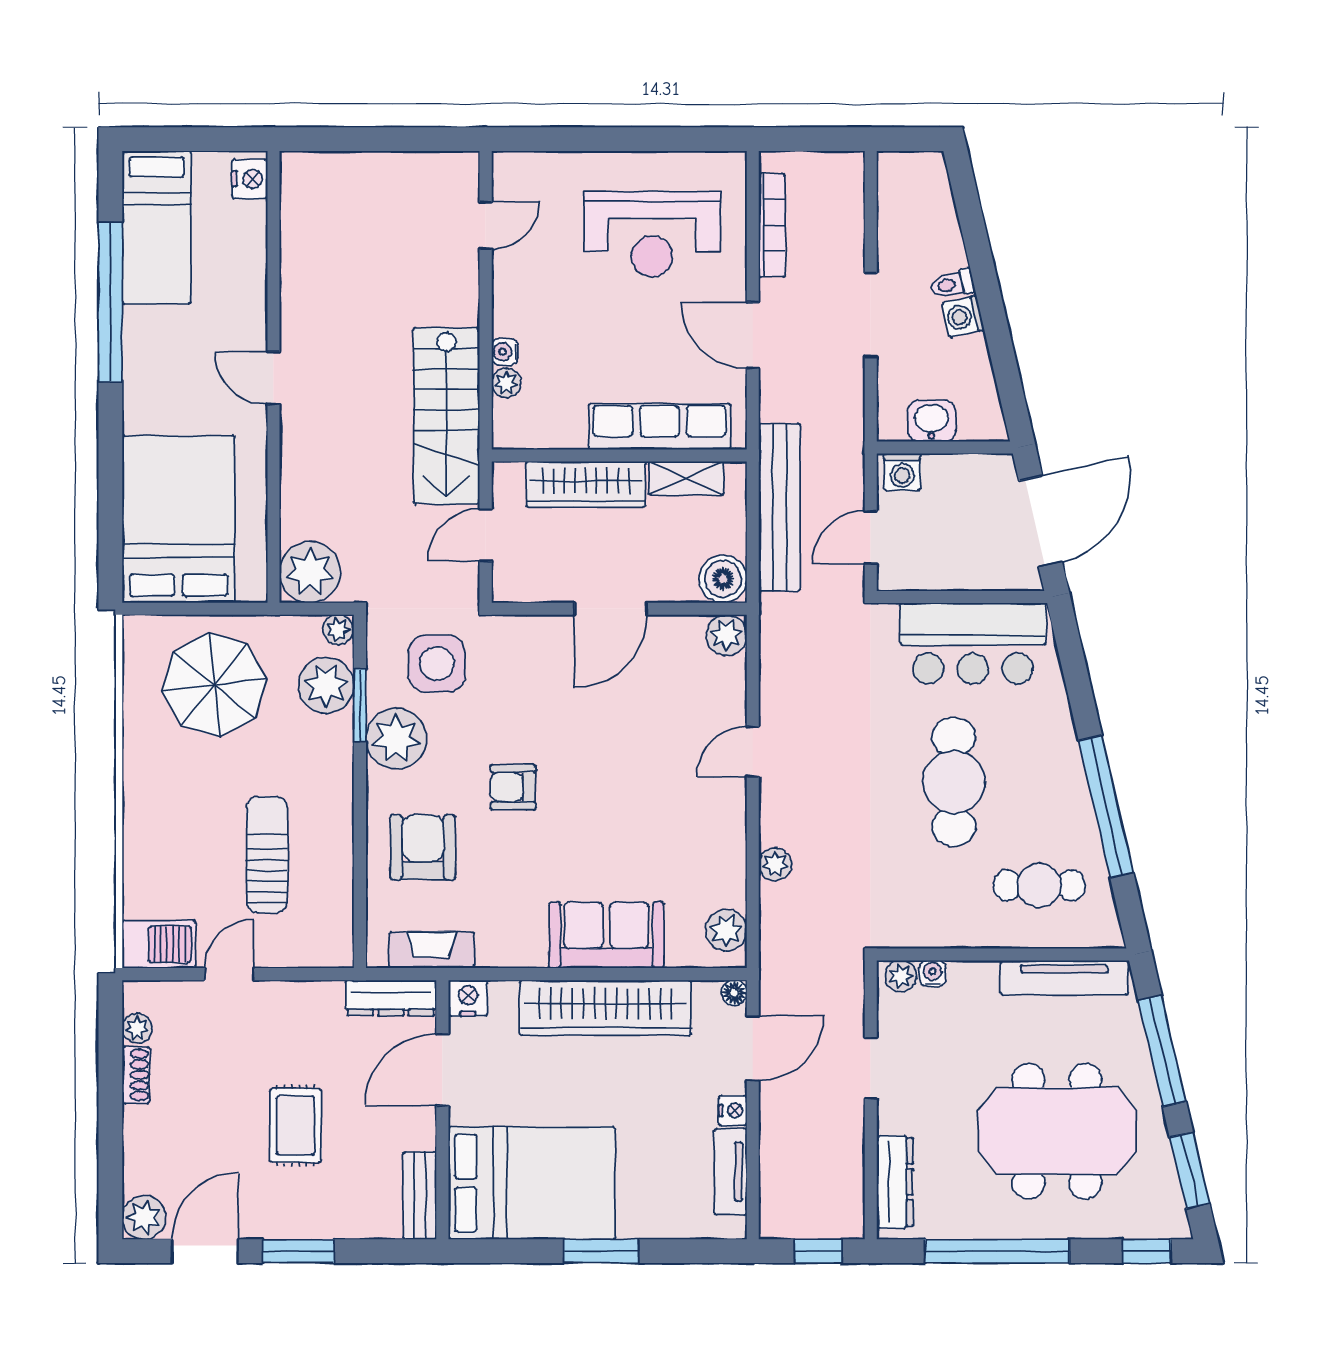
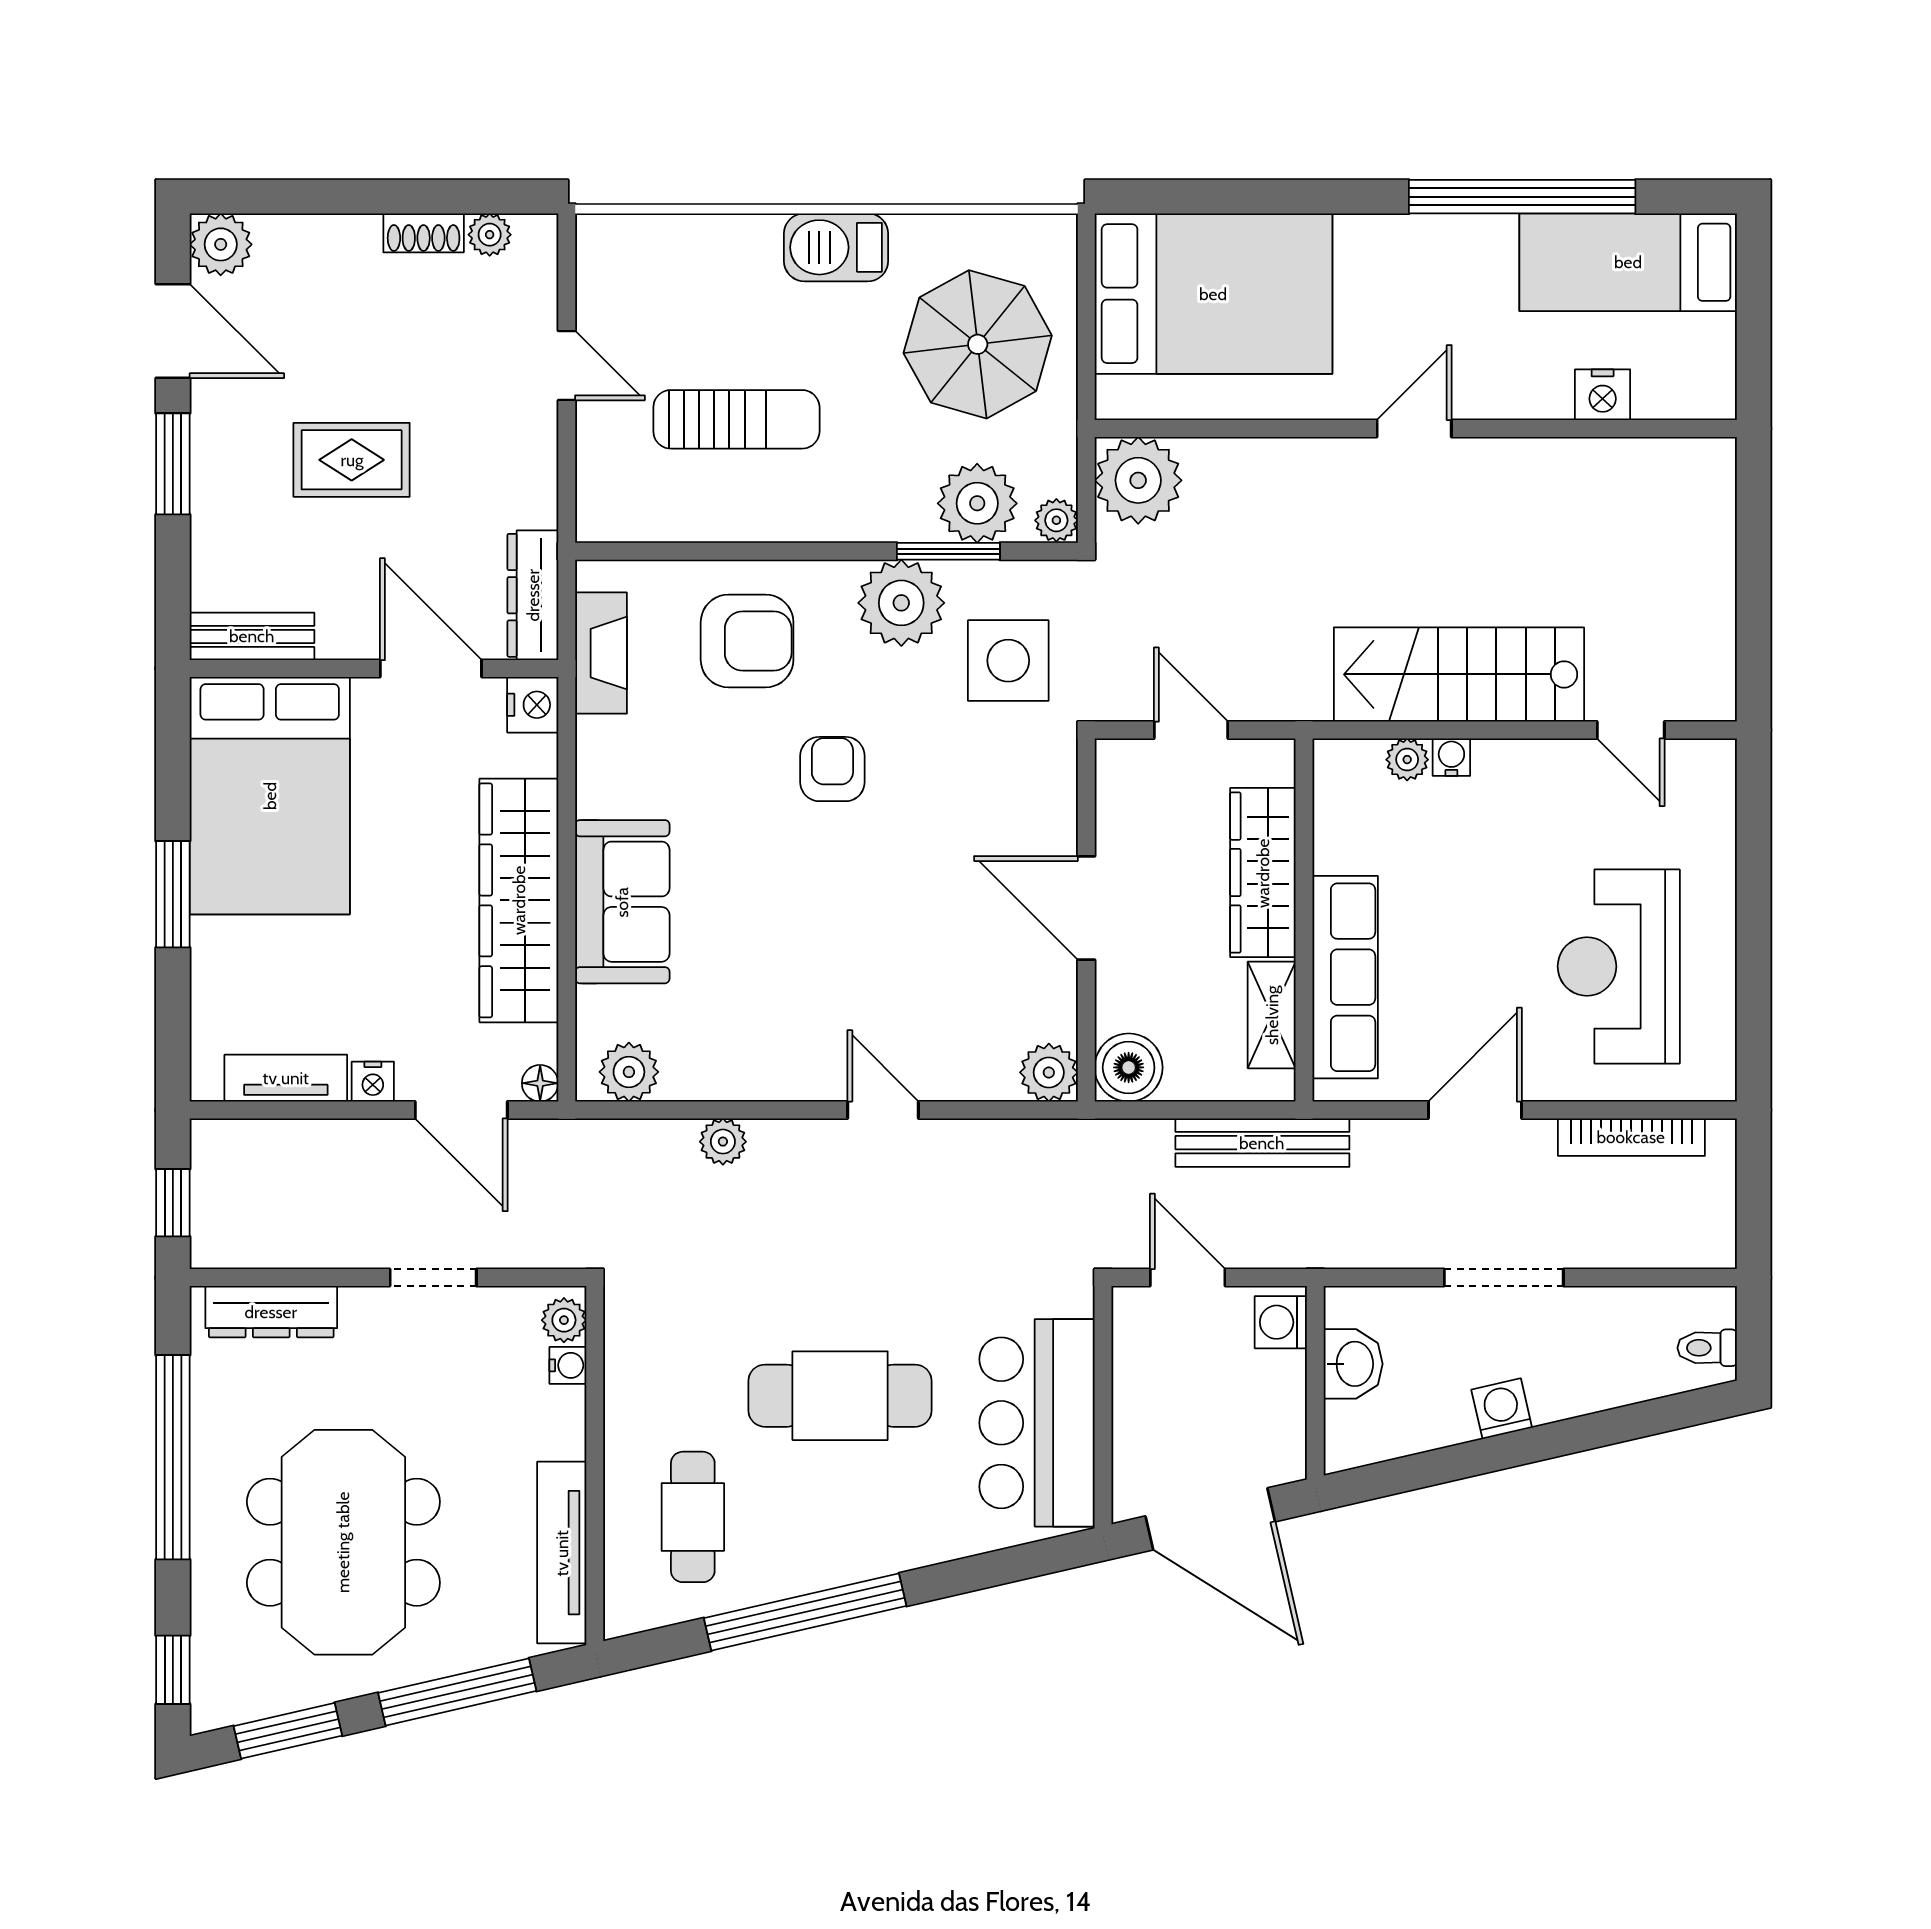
nightstand: (250, 179) -> (1603, 395), moved
toilet: (952, 284) -> (1707, 1348), moved, turned -77
stairs: (447, 416) -> (1459, 674), moved
bench: (780, 507) -> (1262, 1143), width x0.73, depth x0.82
barbecue: (159, 944) -> (836, 247), moved, turned 90

